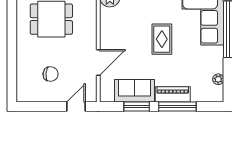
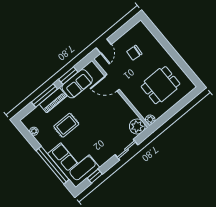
rug: (162, 39) -> (66, 125), moved, turned 90
door: (98, 62) -> (112, 83), hinge flipped

